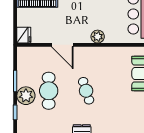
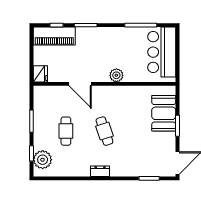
cafe table: (49, 91) -> (66, 131), width x0.73, depth x0.74
plant: (26, 96) -> (43, 160), moved

